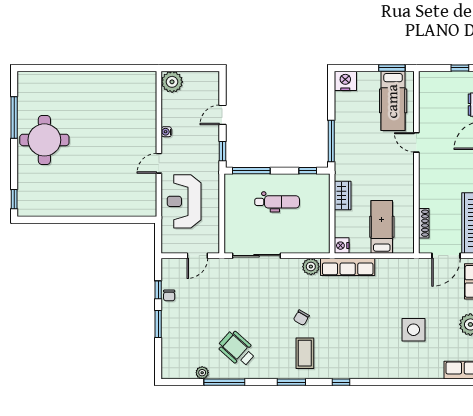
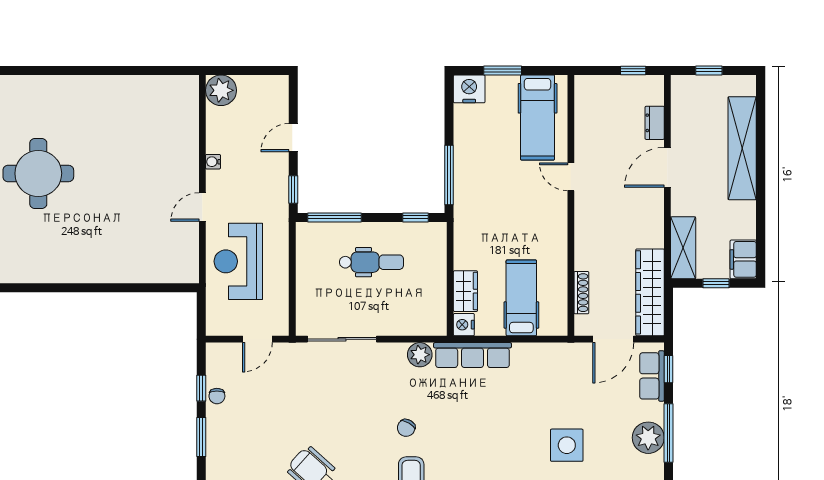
window: (392, 68) -> (503, 70), moved
wardrobe: (343, 195) -> (465, 291), moved

